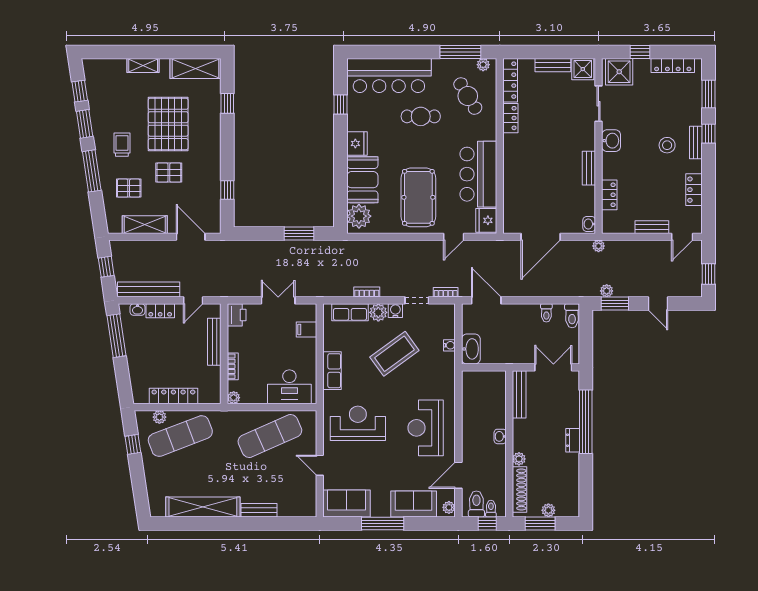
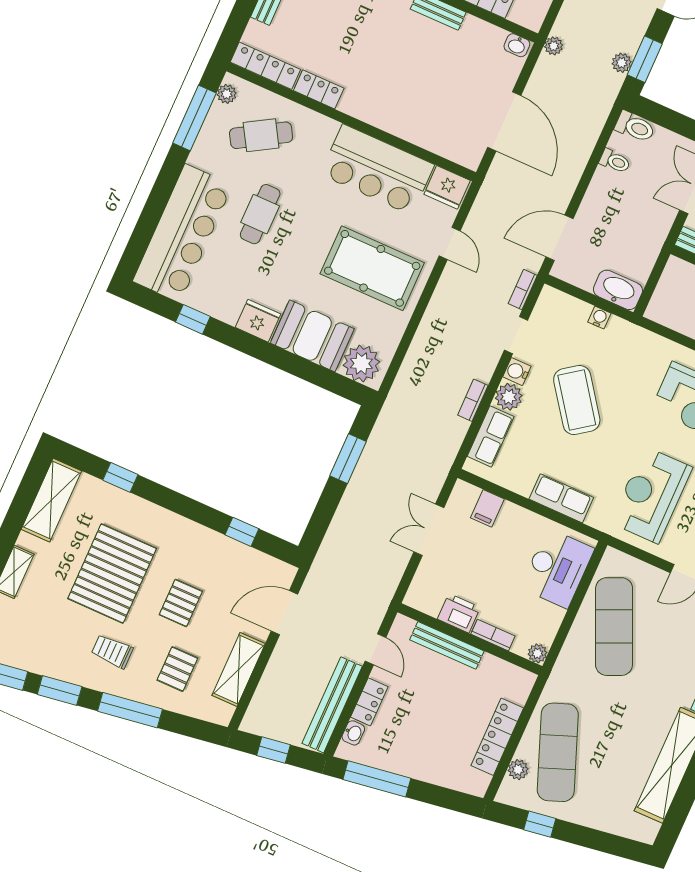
pallet: (168, 124) -> (112, 573), turned 90
printer: (237, 315) -> (459, 613), moved

